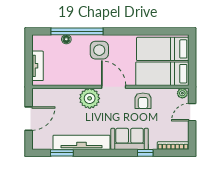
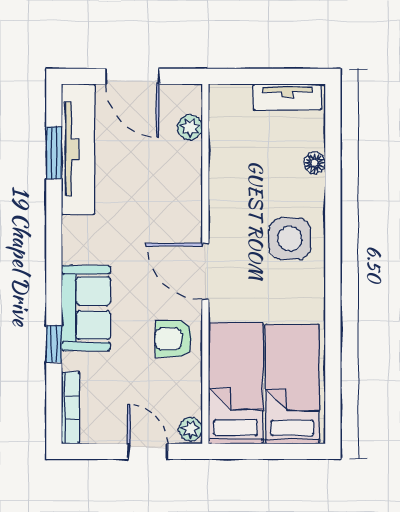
window: (77, 31) -> (333, 188), removed
tv unit: (38, 66) -> (287, 97), moved
door: (114, 87) -> (205, 271), swing flipped
plant: (90, 98) -> (190, 127), moved, width x0.53, depth x0.53
tv unit: (81, 142) -> (78, 149), moved

